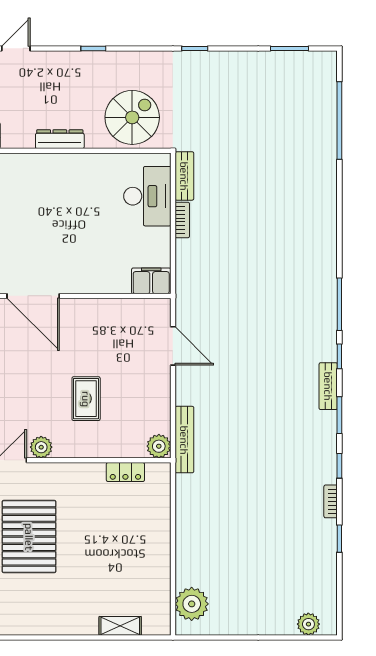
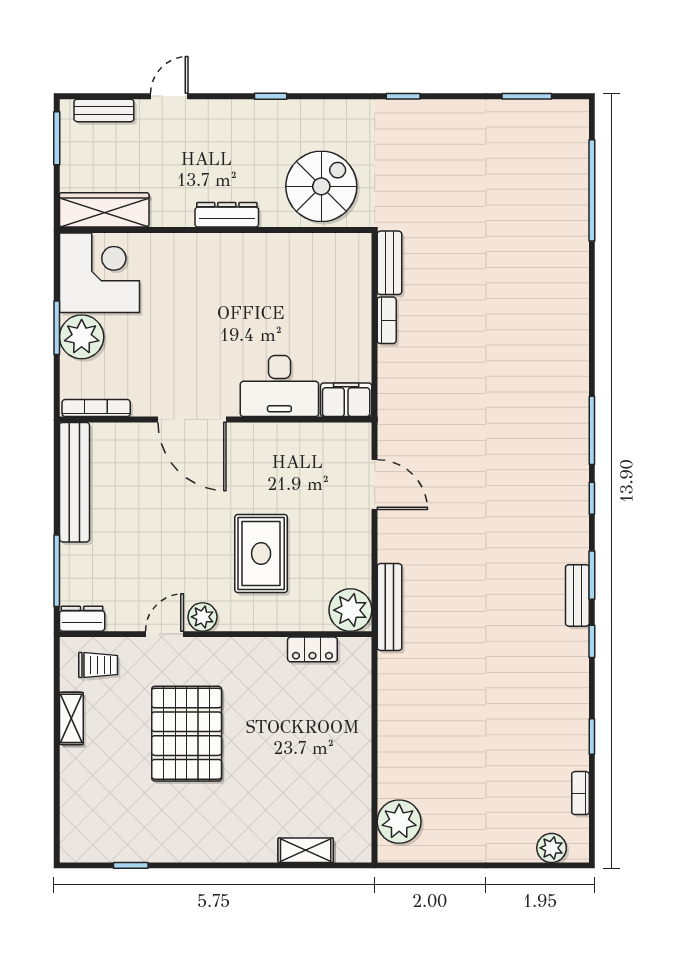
desk: (147, 196) -> (279, 386), moved, turned 90
bench: (328, 386) -> (577, 595), moved
rug: (86, 399) -> (261, 554), width x1.36, depth x1.43
plant: (159, 446) -> (350, 610), width x1.36, depth x1.36
bookcase: (331, 501) -> (580, 793), moved

